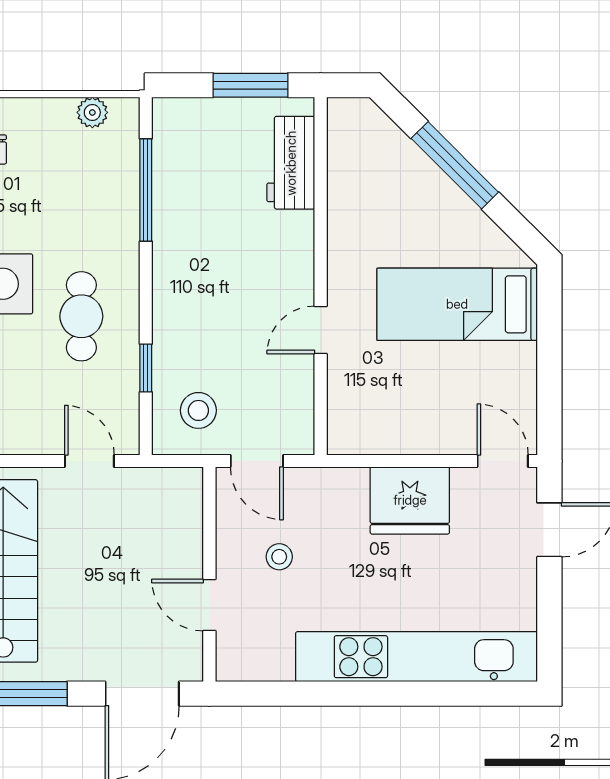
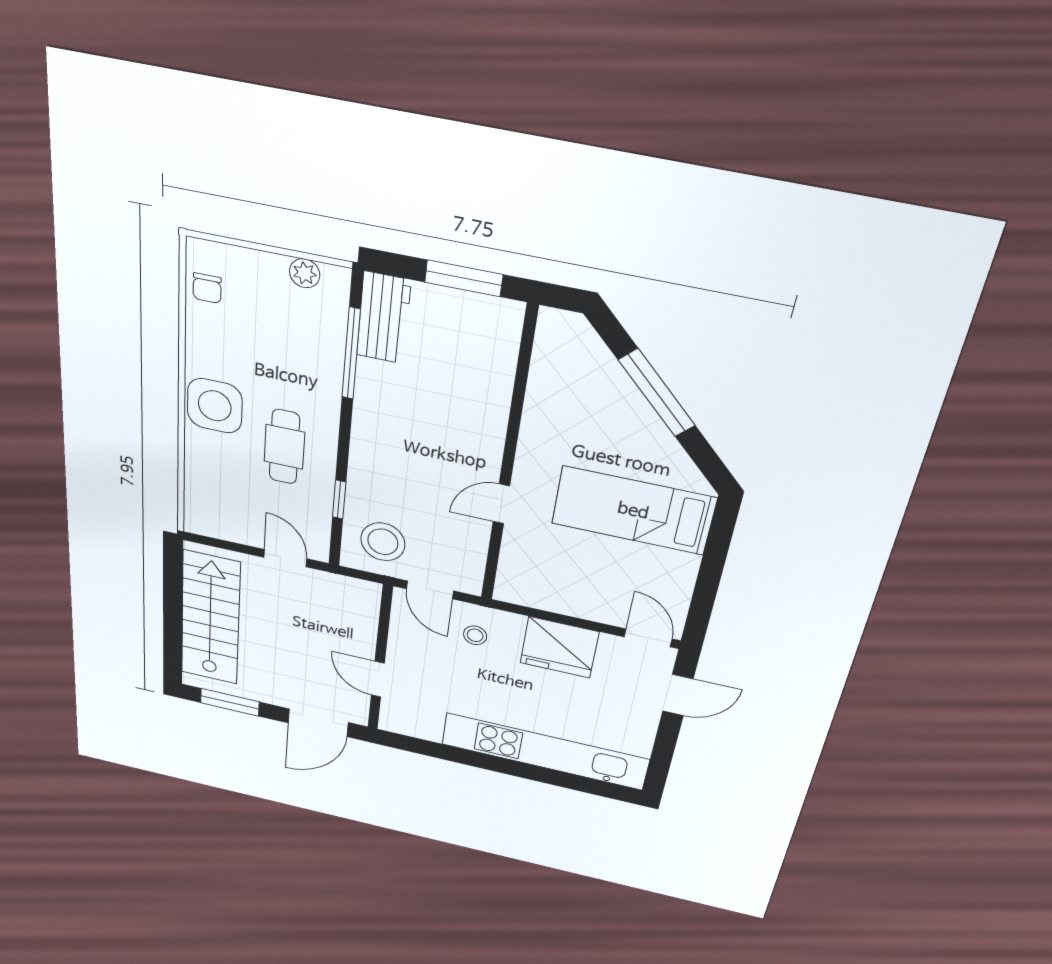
workbench: (291, 163) -> (384, 318), moved, turned 180
stool: (198, 410) -> (383, 542), width x1.38, depth x1.38
stool: (279, 557) -> (475, 635), moved

